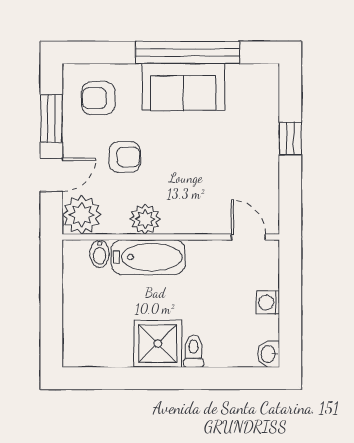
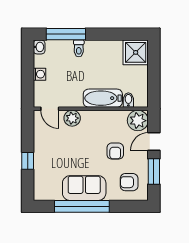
armchair: (98, 98) -> (129, 182), turned 180
armchair: (125, 157) -> (115, 151), turned -90
plant: (145, 219) -> (72, 118), moved
shower: (158, 344) -> (136, 52), moved
window: (218, 378) -> (66, 34), added

